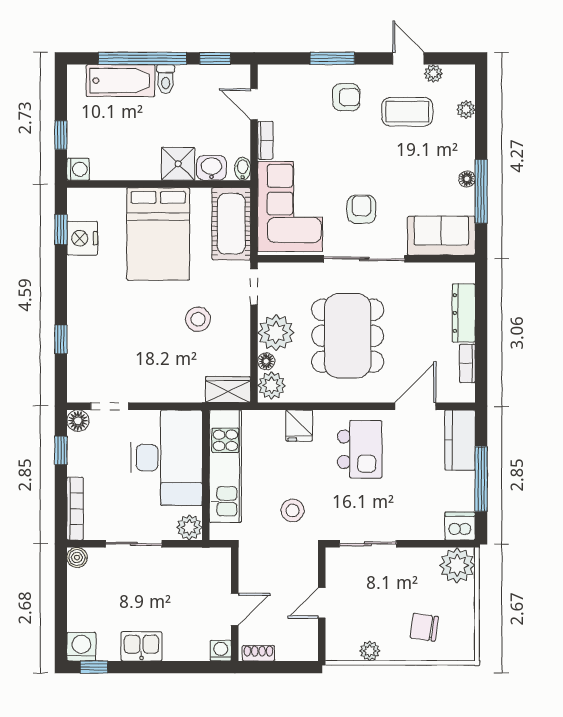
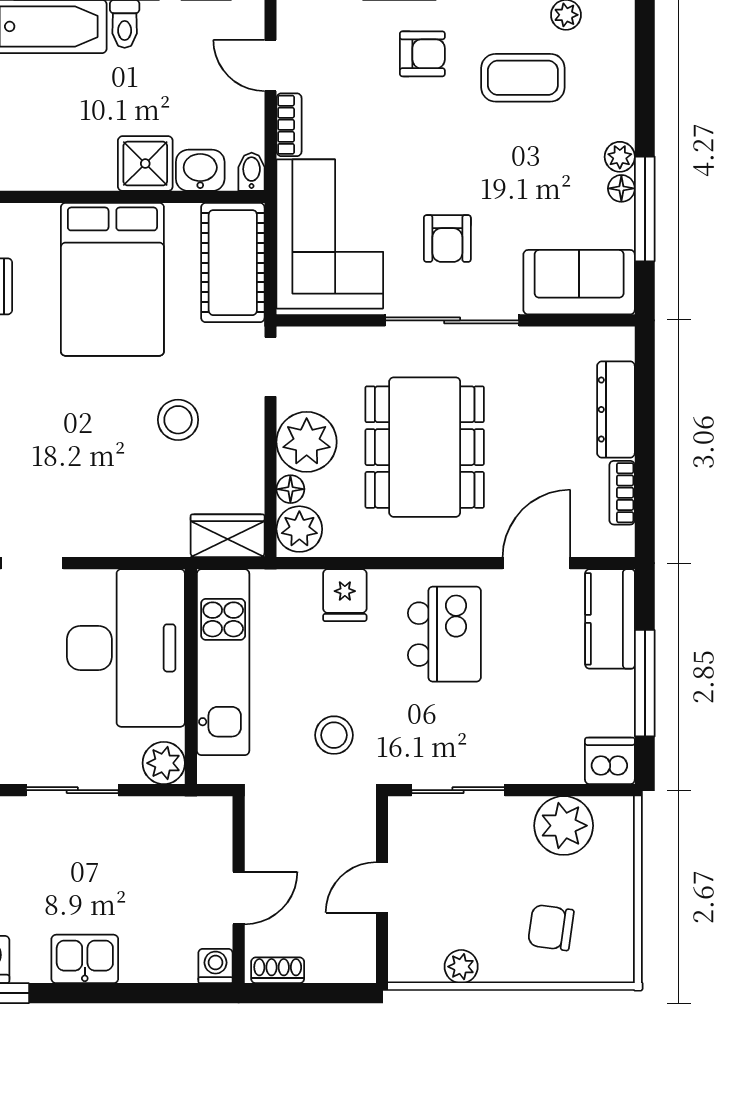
plant: (466, 109) -> (620, 157), moved
armchair: (361, 209) -> (447, 239), turned 180
plant: (457, 565) -> (564, 826), moved

